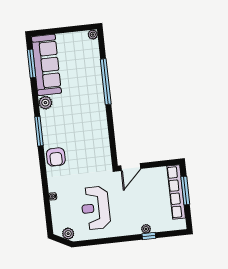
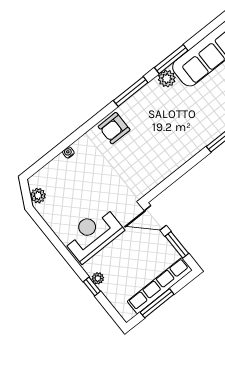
window: (31, 63) -> (171, 59), moved
window: (157, 164) -> (177, 245), added
window: (185, 191) -> (157, 303), moved
reception desk: (96, 208) -> (93, 234), moved

